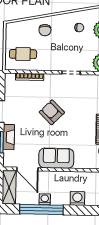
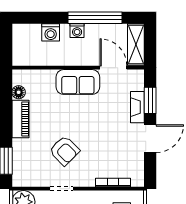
armchair: (52, 112) -> (64, 151), moved
washing machine: (45, 199) -> (77, 31), moved

